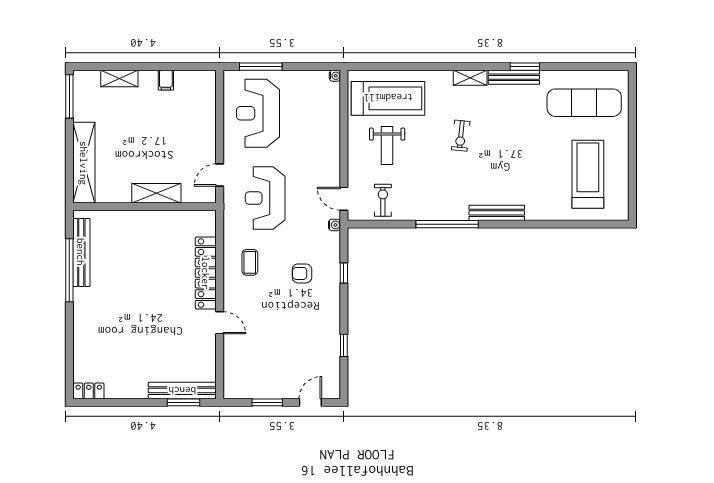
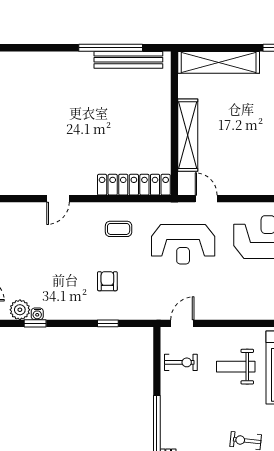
shelving: (156, 193) -> (188, 135), width x1.47
reception desk: (265, 198) -> (183, 244), turned 180
water cooler: (335, 225) -> (37, 314), moved
locker: (206, 273) -> (134, 185), moved
plant: (330, 361) -> (20, 310), added

